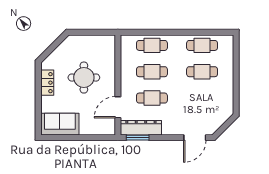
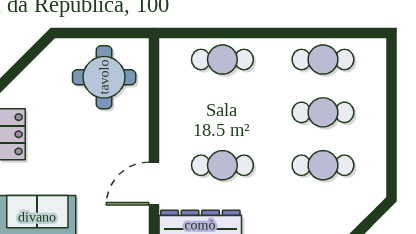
cafe table: (152, 72) -> (323, 165), moved
round table: (84, 78) -> (104, 77), moved

